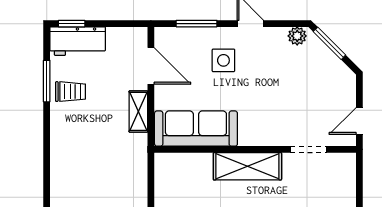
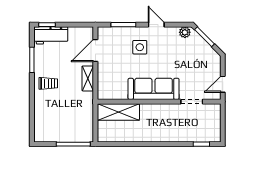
door: (151, 66) -> (95, 51), swing flipped
trolley: (71, 92) -> (48, 83), moved
sofa: (196, 129) -> (154, 89), moved
shelving: (247, 166) -> (118, 112), moved

